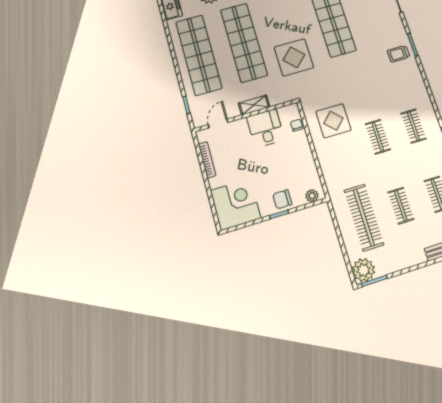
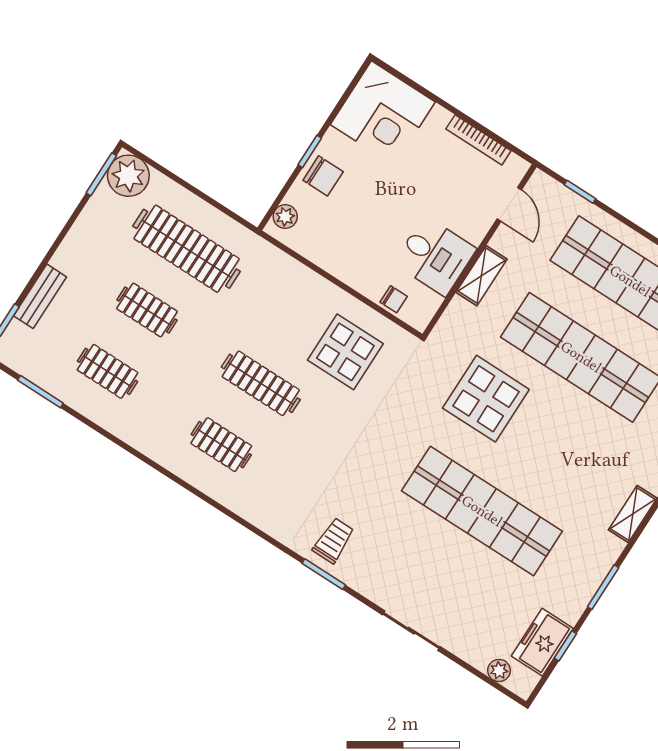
clothes rail: (378, 137) -> (261, 383), width x1.36
chair: (282, 199) -> (323, 176), turned 90

